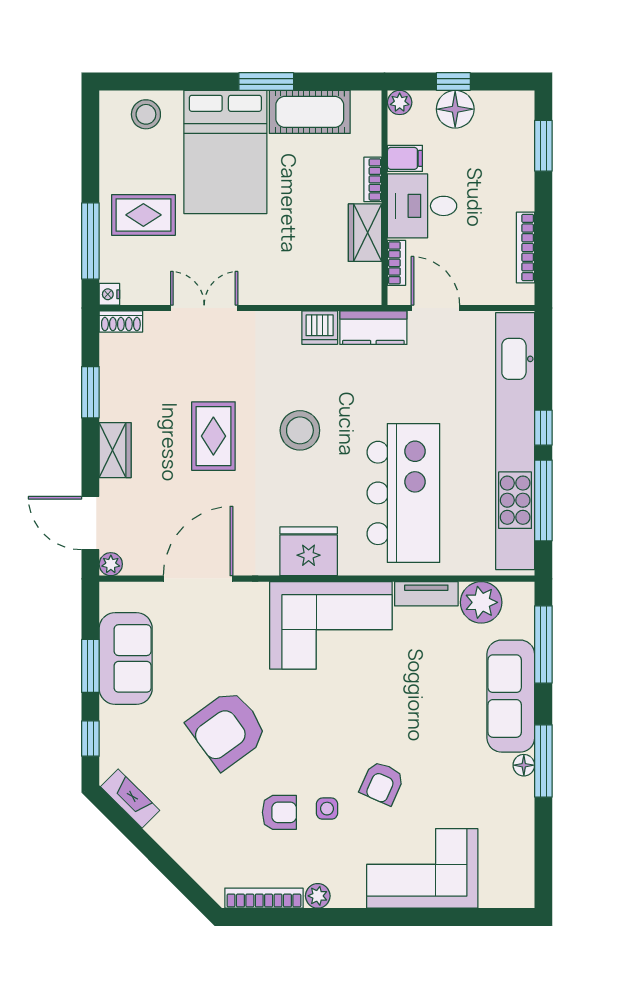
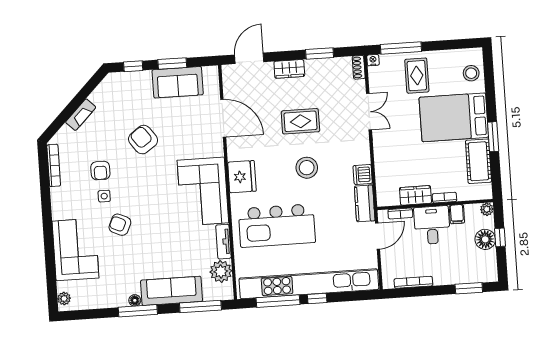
plant: (111, 564) -> (228, 71), removed
armchair: (227, 730) -> (143, 140), width x0.73, depth x0.73
fireplace: (130, 799) -> (81, 115), moved
plant: (318, 896) -> (64, 299), moved

